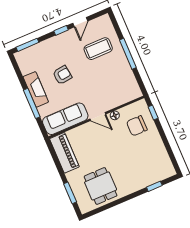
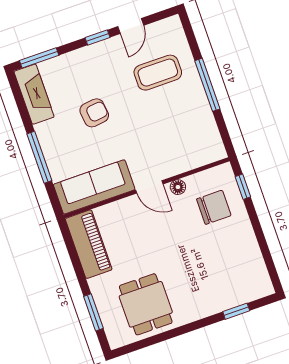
fireplace: (36, 89) -> (34, 94), moved
chair: (137, 126) -> (214, 207), turned 180

